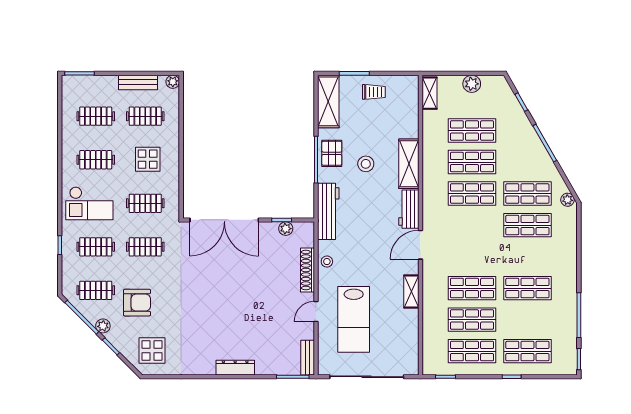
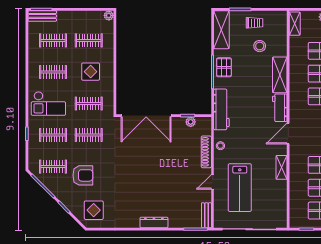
bench: (138, 82) -> (42, 16), moved
stool: (366, 164) -> (260, 46), moved
plant: (103, 326) -> (58, 192), removed

